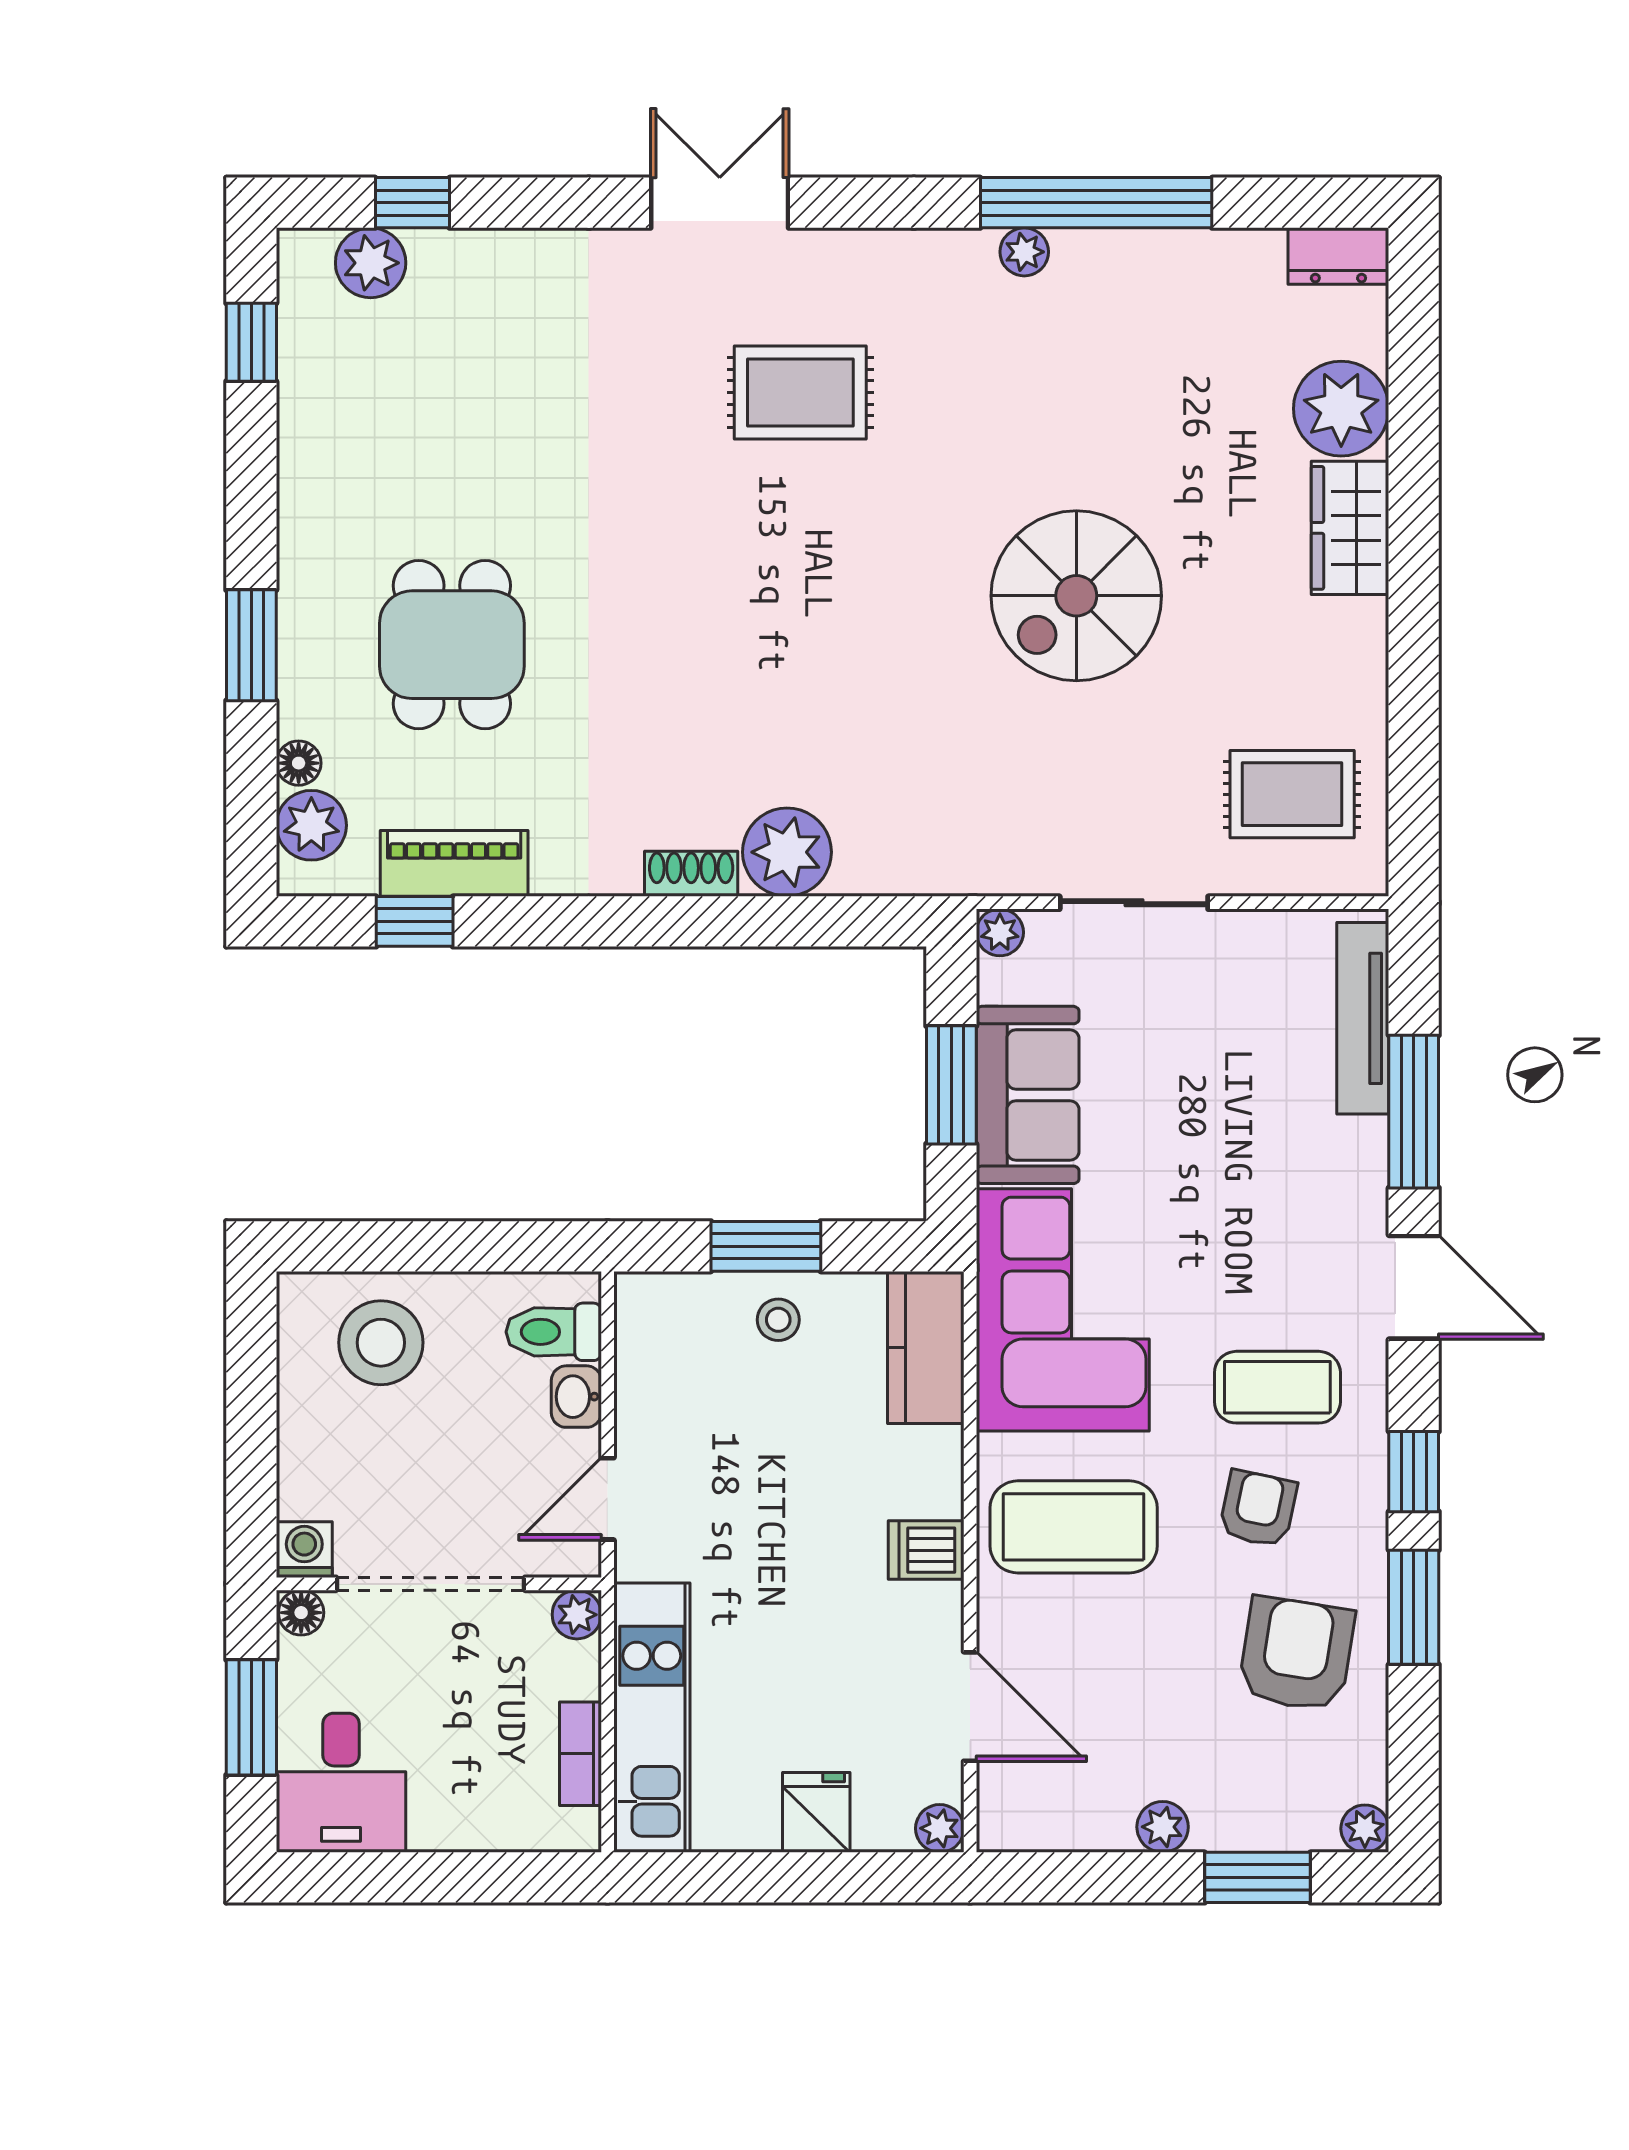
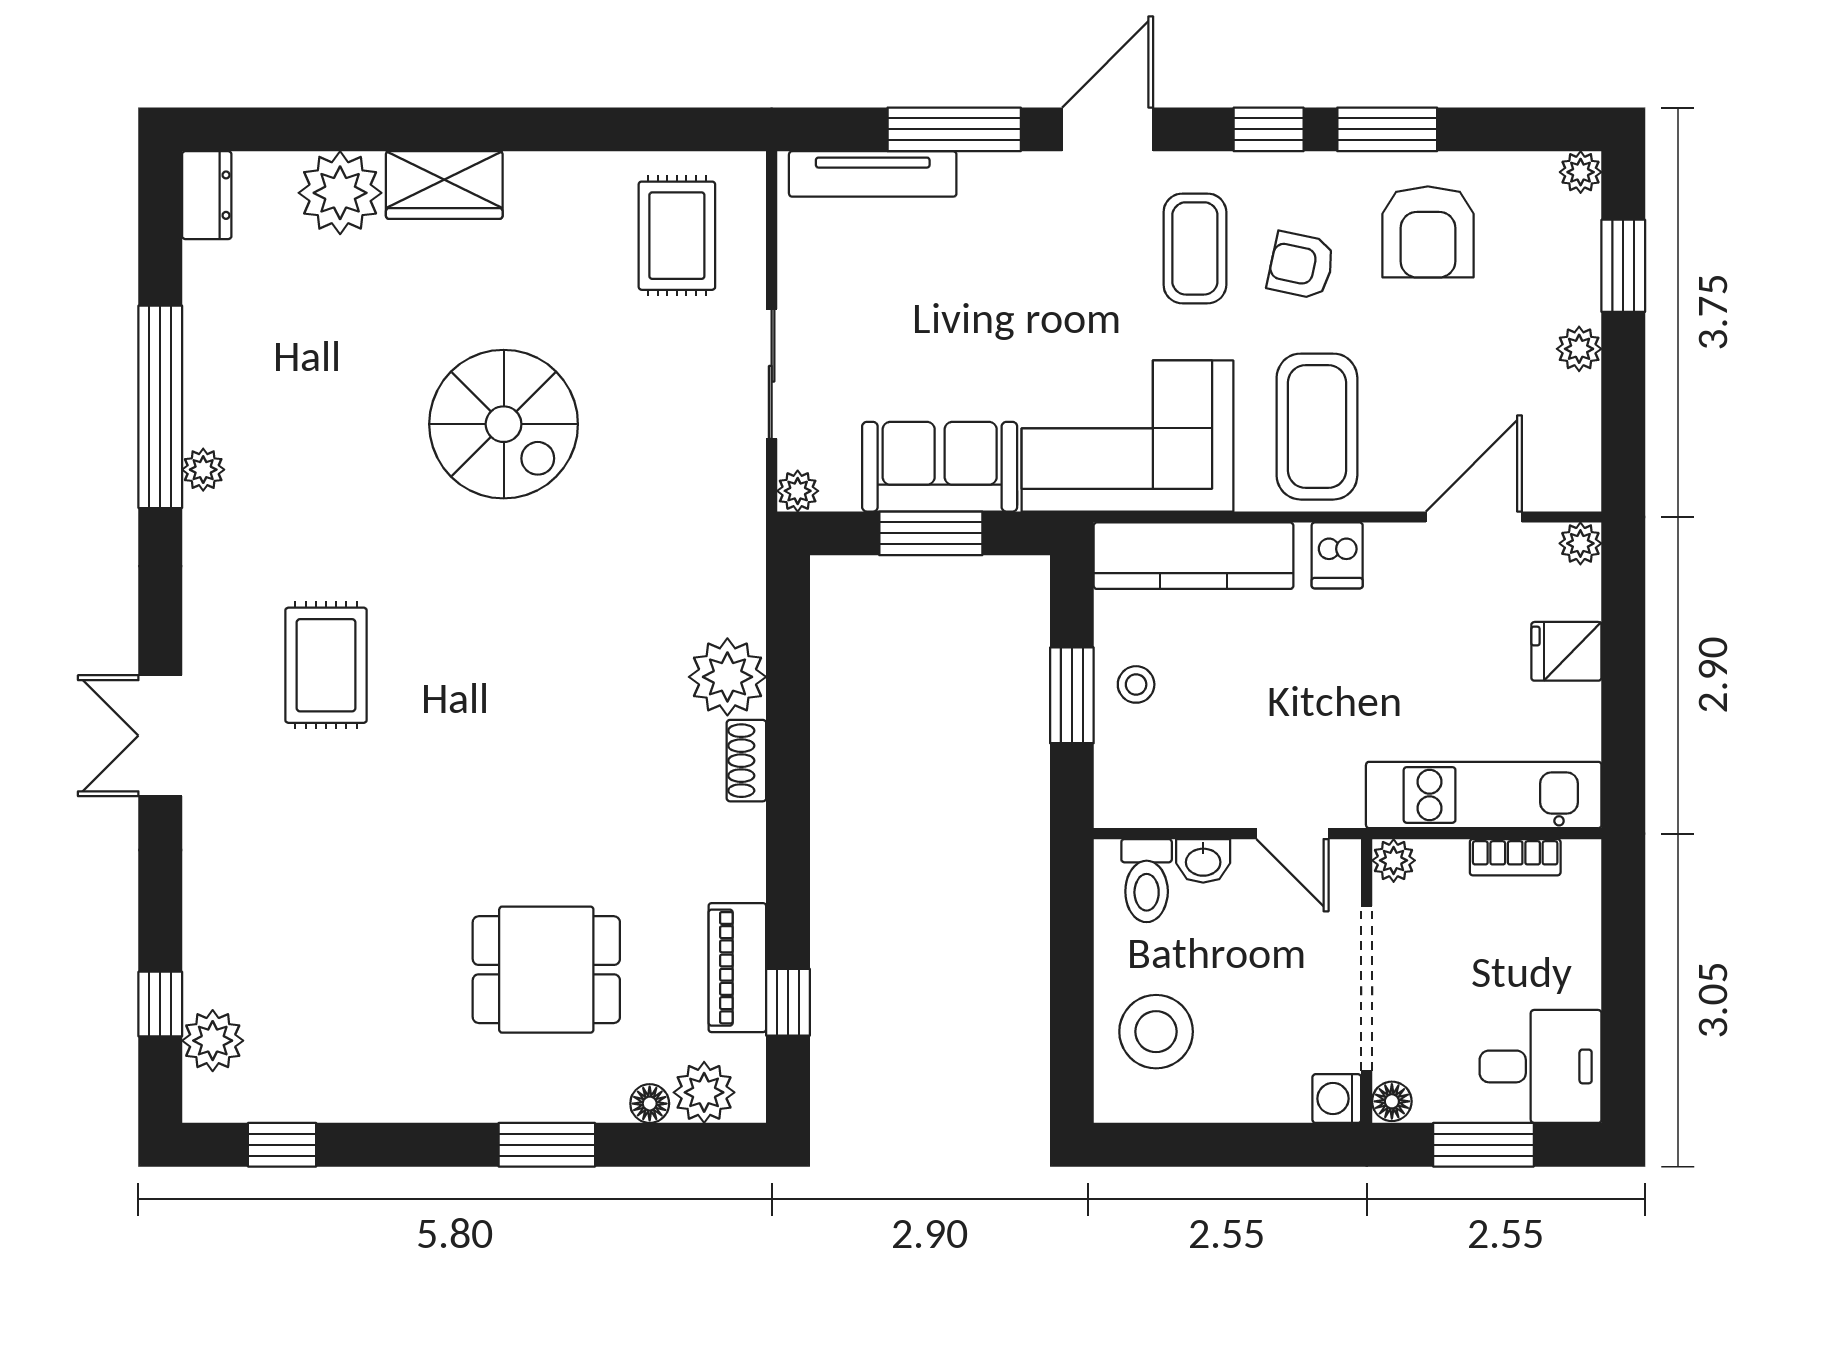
kitchen counter: (926, 1347) -> (1194, 556), width x1.50
armchair: (1296, 1654) -> (1428, 232), turned -99

